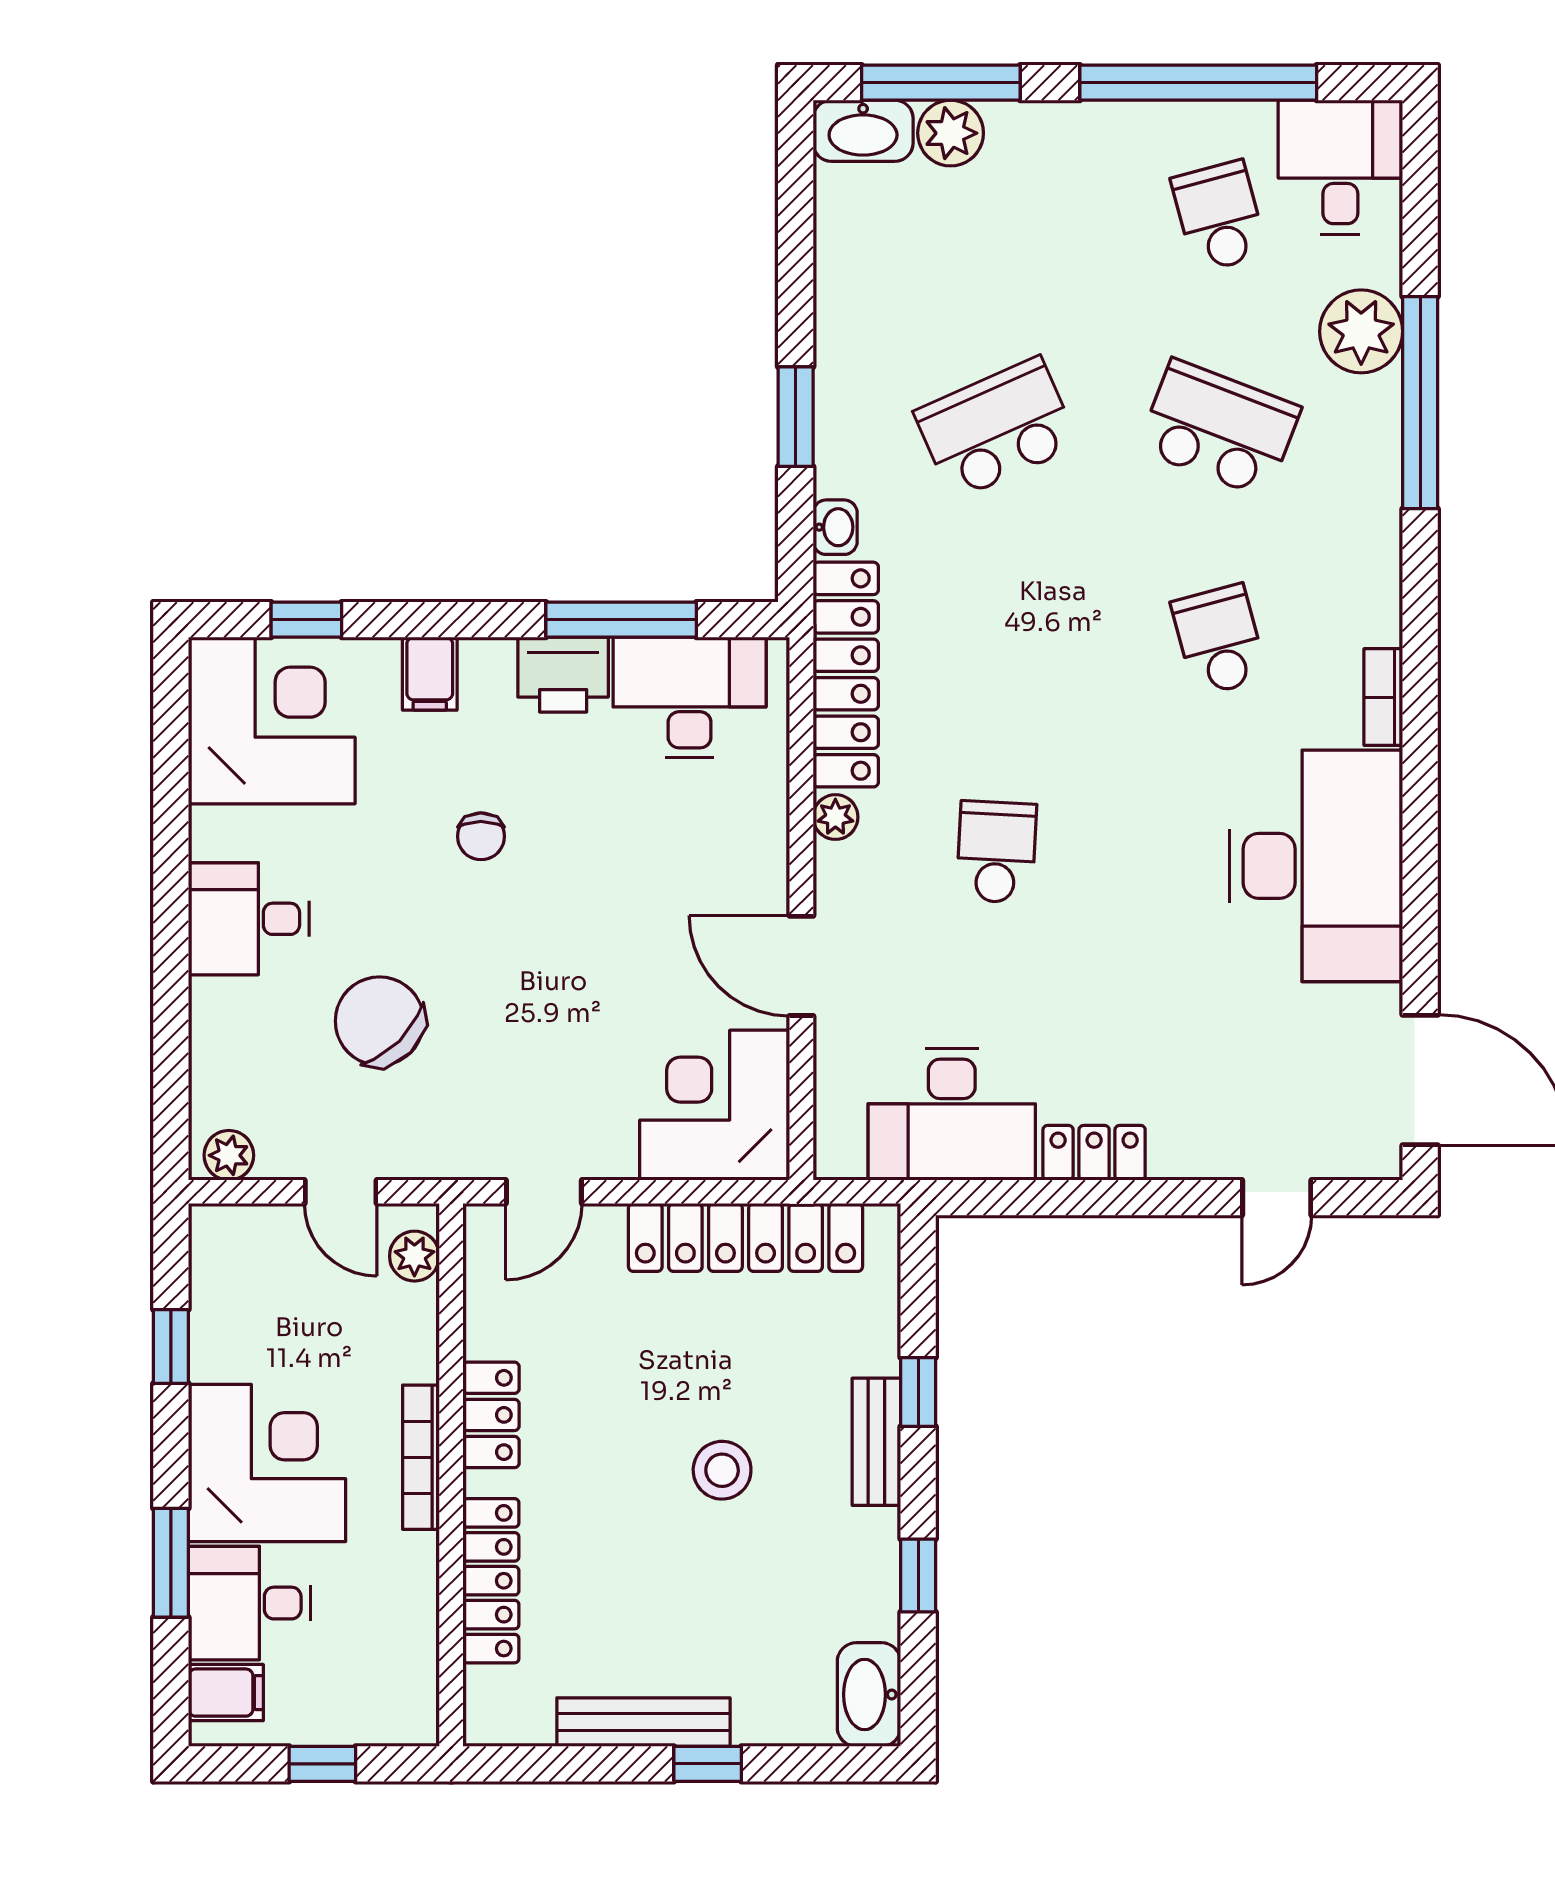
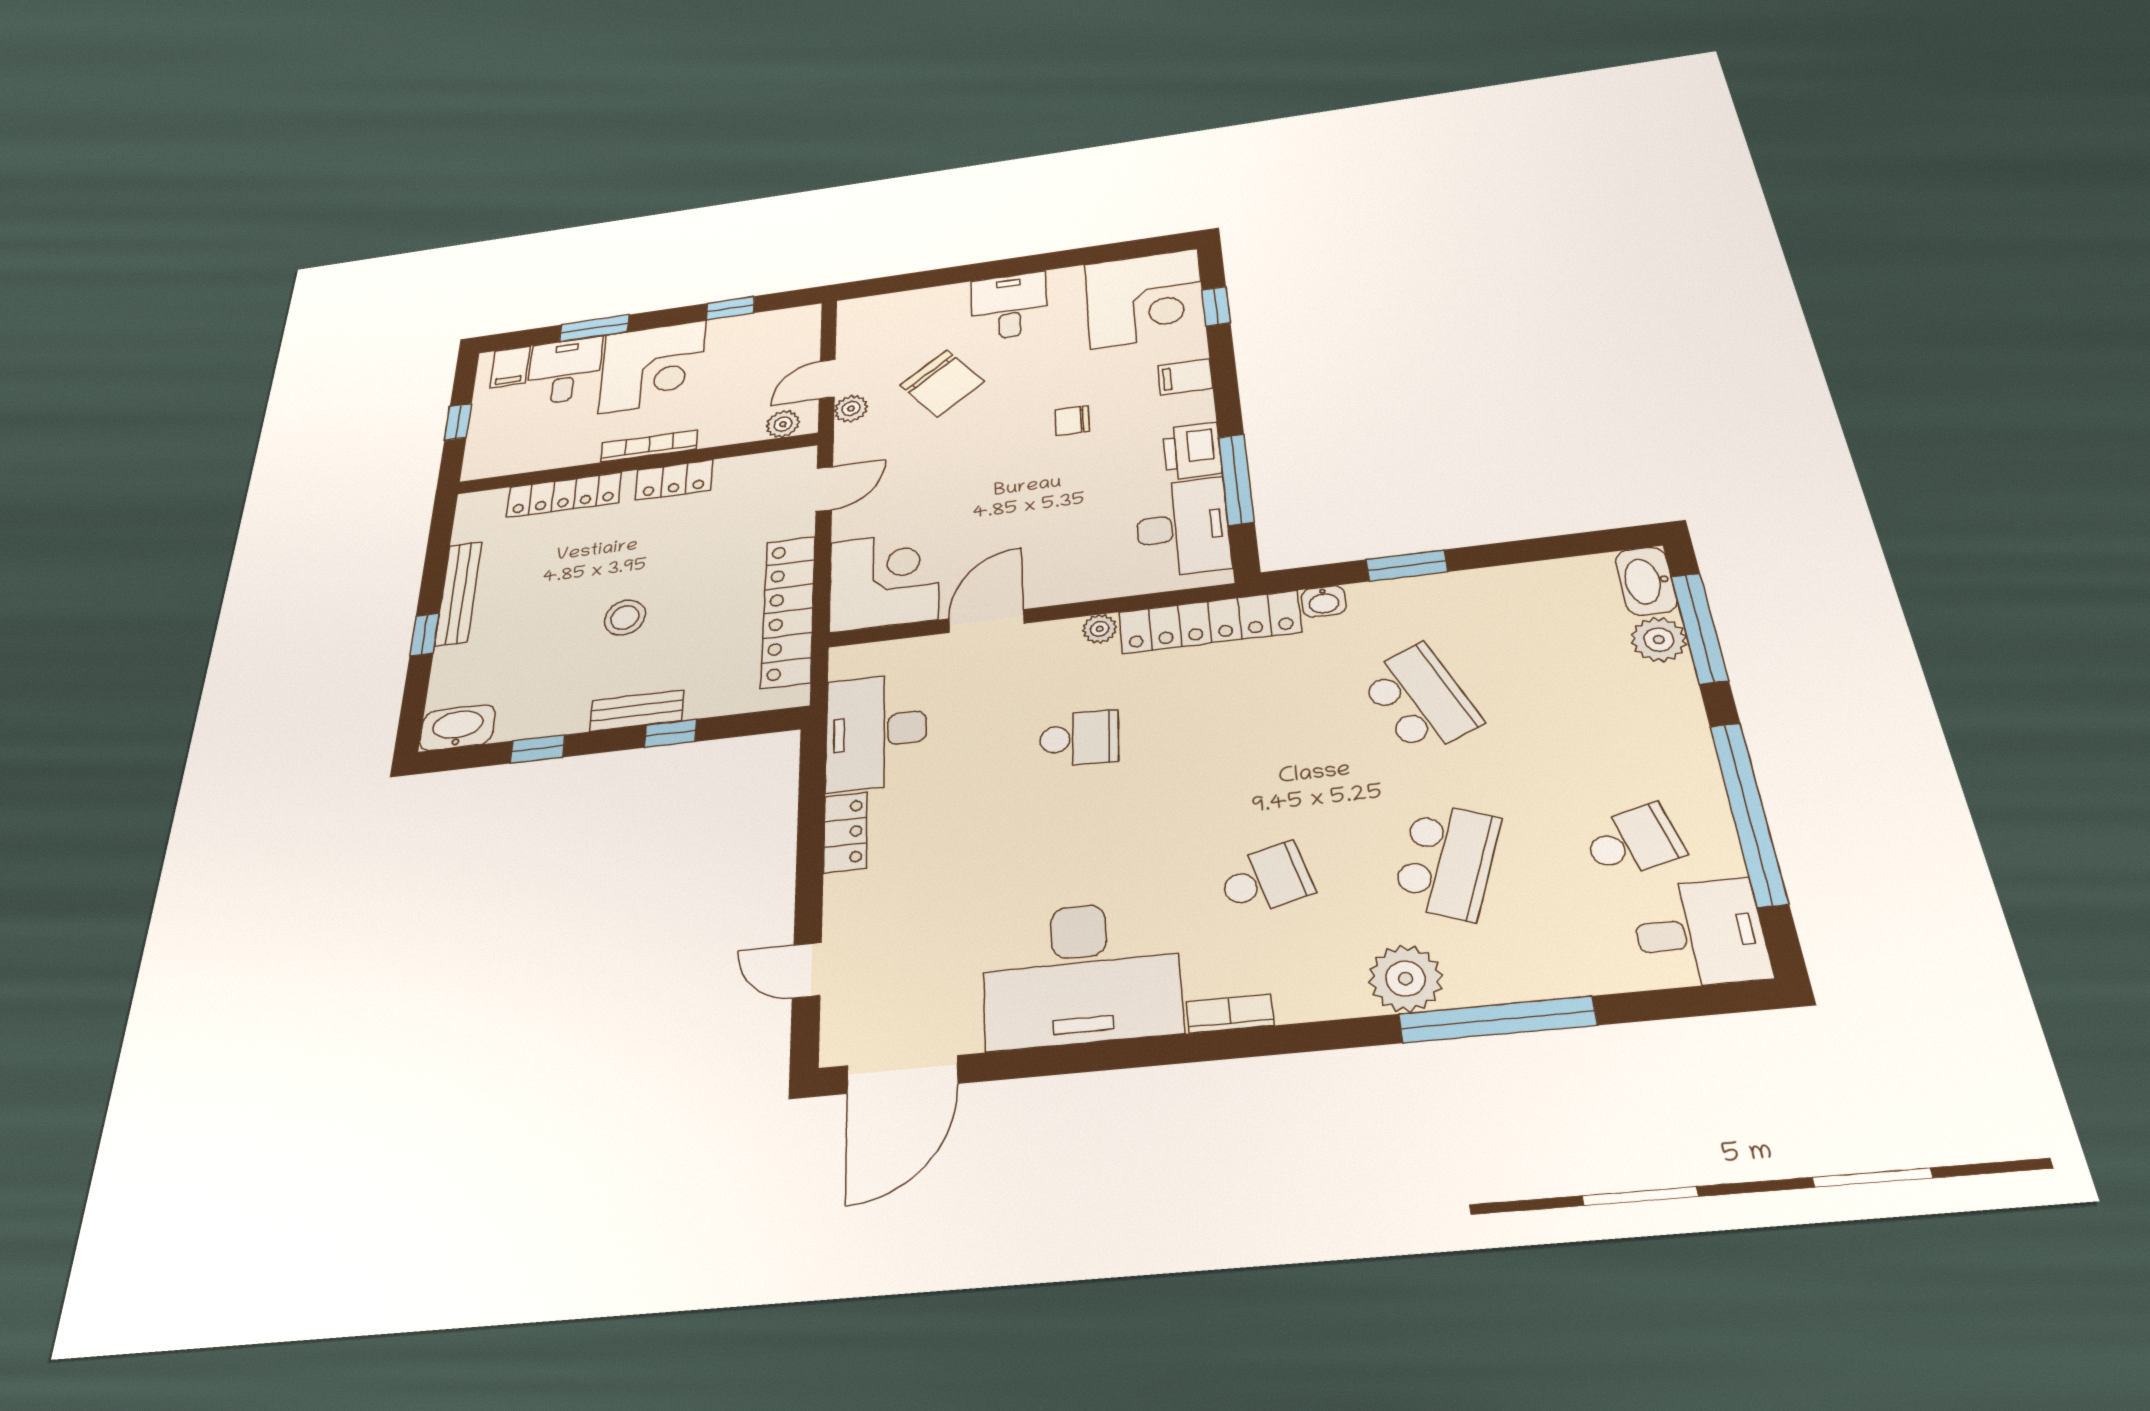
plant: (1361, 331) -> (1406, 979), moved
chair: (379, 1021) -> (942, 383), turned 97
plant: (229, 1155) -> (851, 409), moved
door: (544, 1192) -> (824, 489), swing flipped

